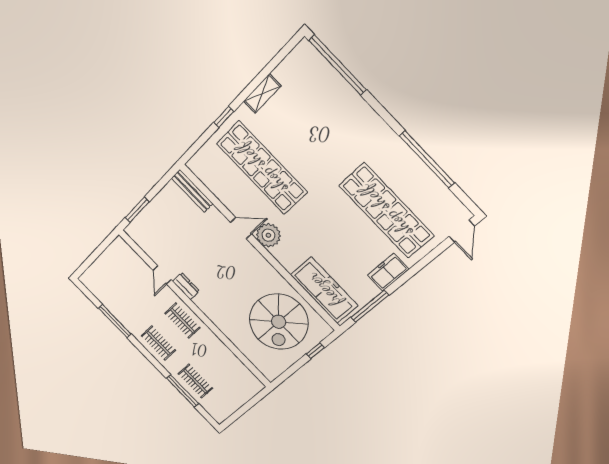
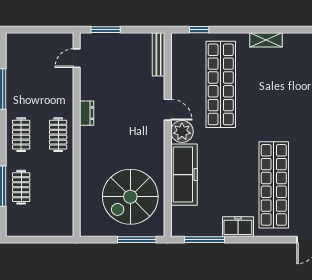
window: (224, 117) -> (199, 30), moved
door: (162, 275) -> (77, 58), moved
freezer: (324, 290) -> (184, 175), moved
window: (315, 351) -> (137, 240), width x2.17

